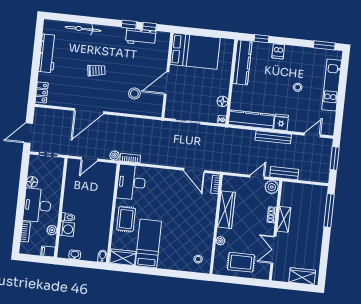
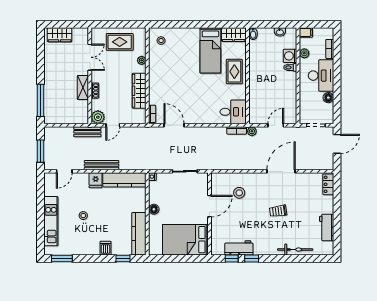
workbench: (48, 53) -> (327, 227), width x0.73
floor lamp: (223, 101) -> (154, 209), moved
desk: (131, 182) -> (233, 112), width x0.73

